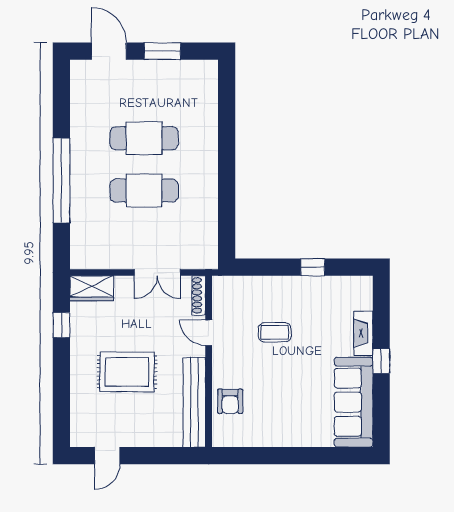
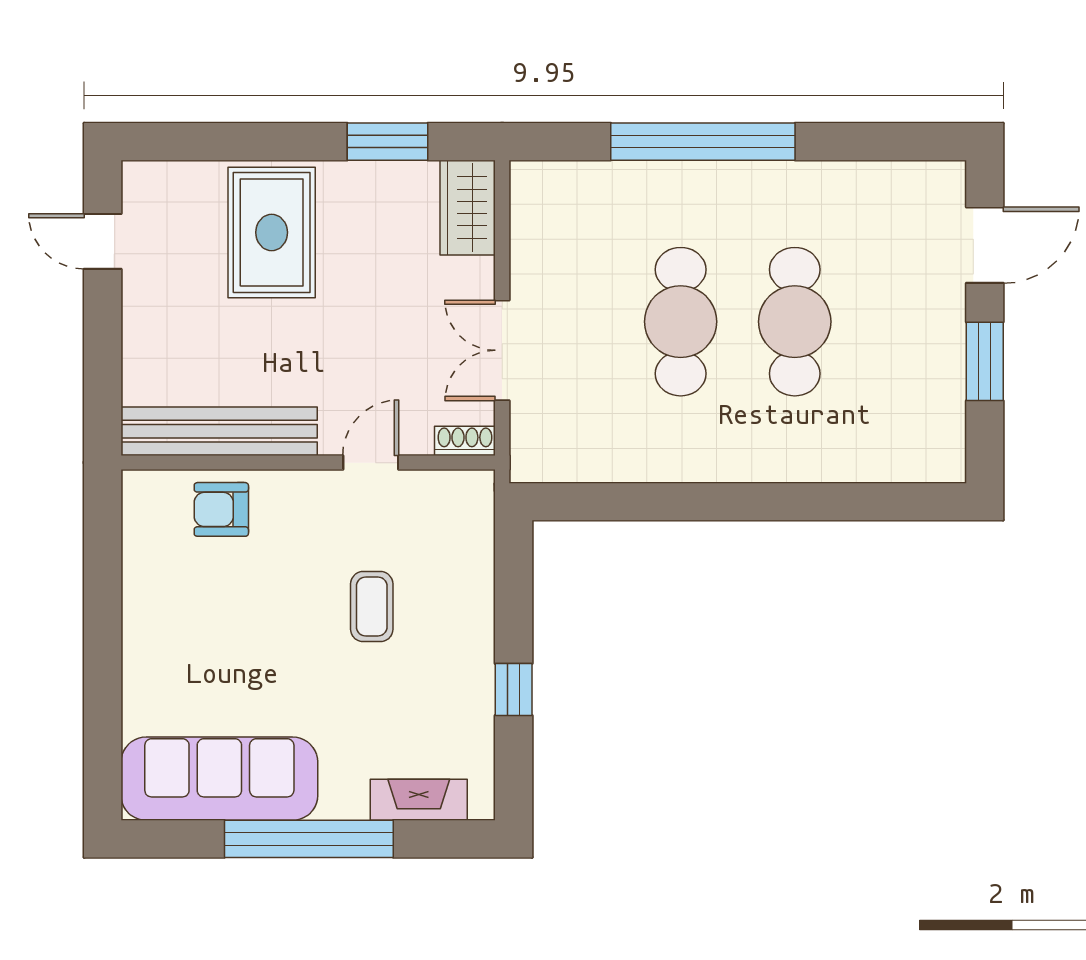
shoe rack: (199, 295) -> (465, 441), width x0.70
window: (61, 325) -> (388, 142), width x1.50
fireplace: (363, 333) -> (419, 800), moved
window: (381, 361) -> (309, 839), width x3.17
rug: (127, 372) -> (272, 232), moved

